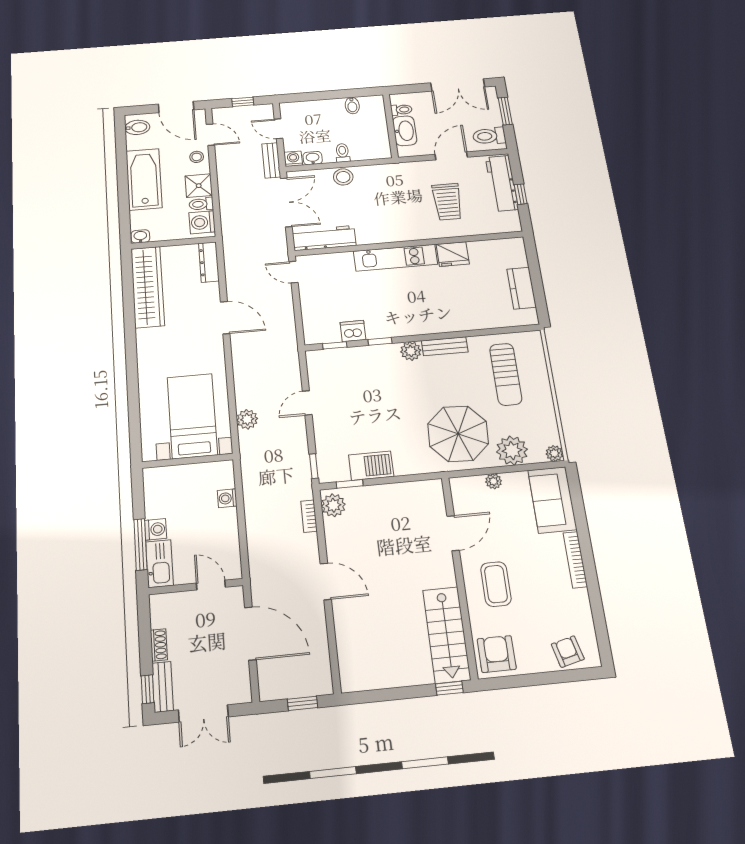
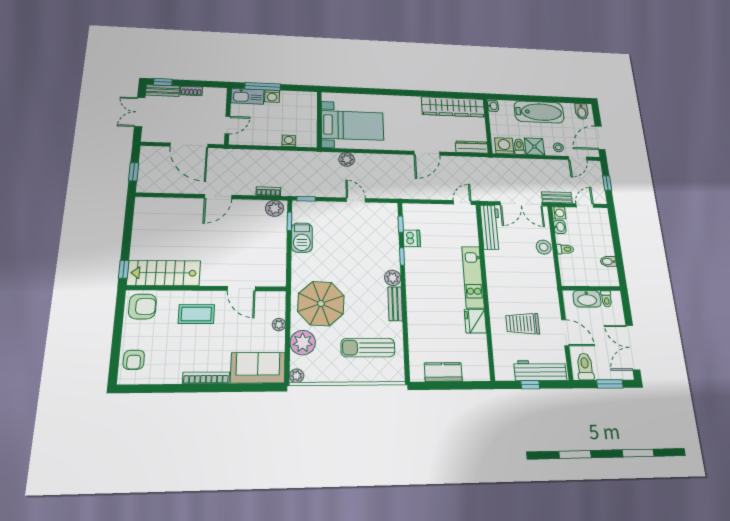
door: (250, 633) -> (189, 145), hinge flipped
armchair: (568, 652) -> (134, 360), turned 104

